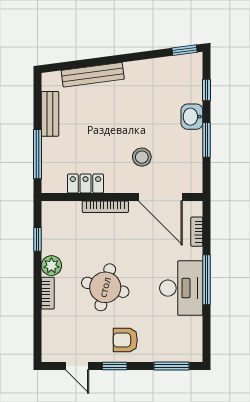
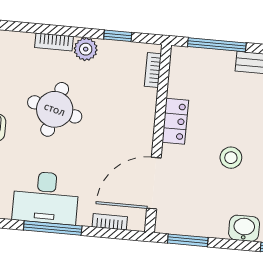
window: (207, 140) -> (188, 240), moved
stool: (142, 157) -> (231, 158), moved
locker: (85, 184) -> (175, 121), moved
bookcase: (105, 207) -> (153, 70), moved, width x0.64

